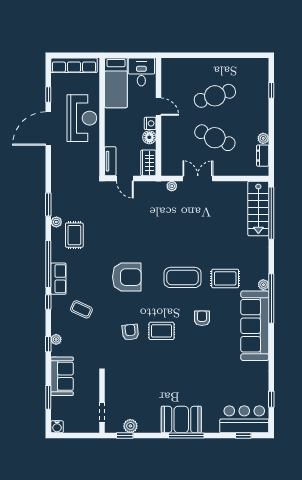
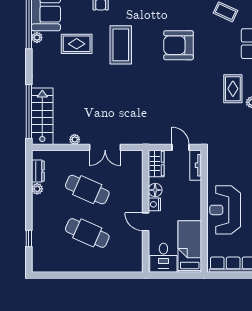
cafe table: (215, 96) -> (87, 233), turned 42
plant: (172, 186) -> (75, 139), moved
coffee table: (183, 277) -> (121, 45), turned 90

